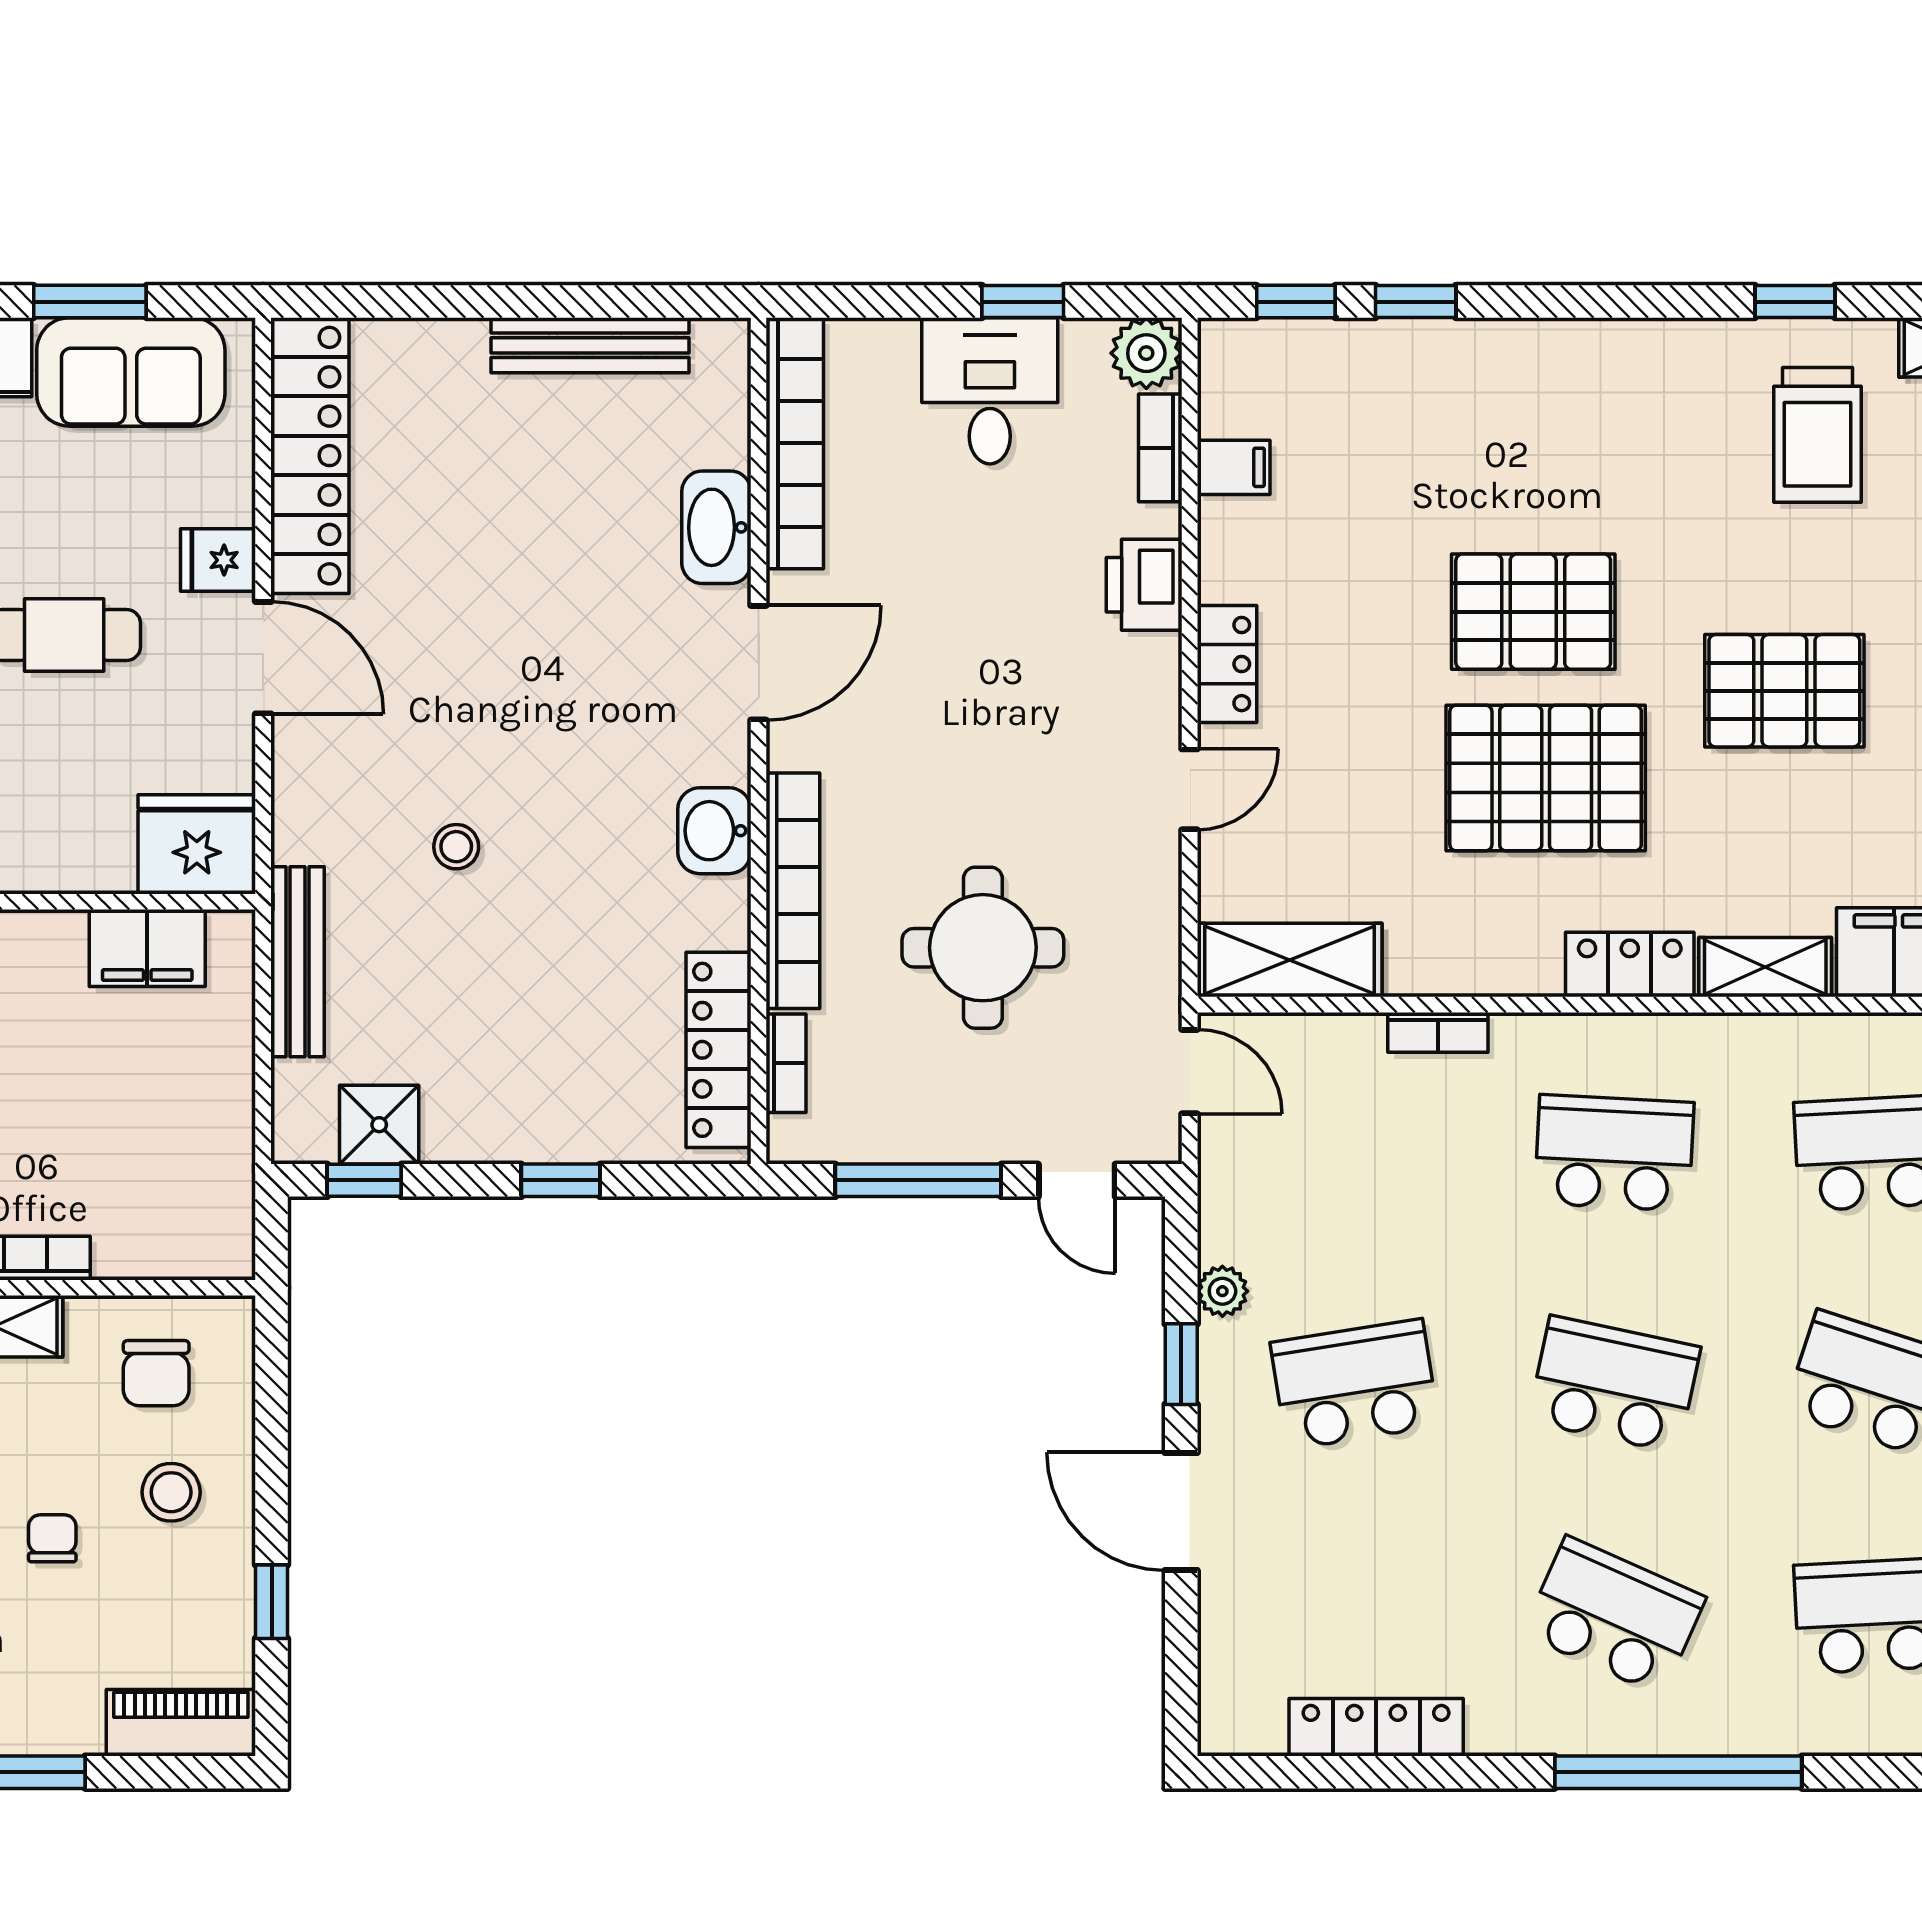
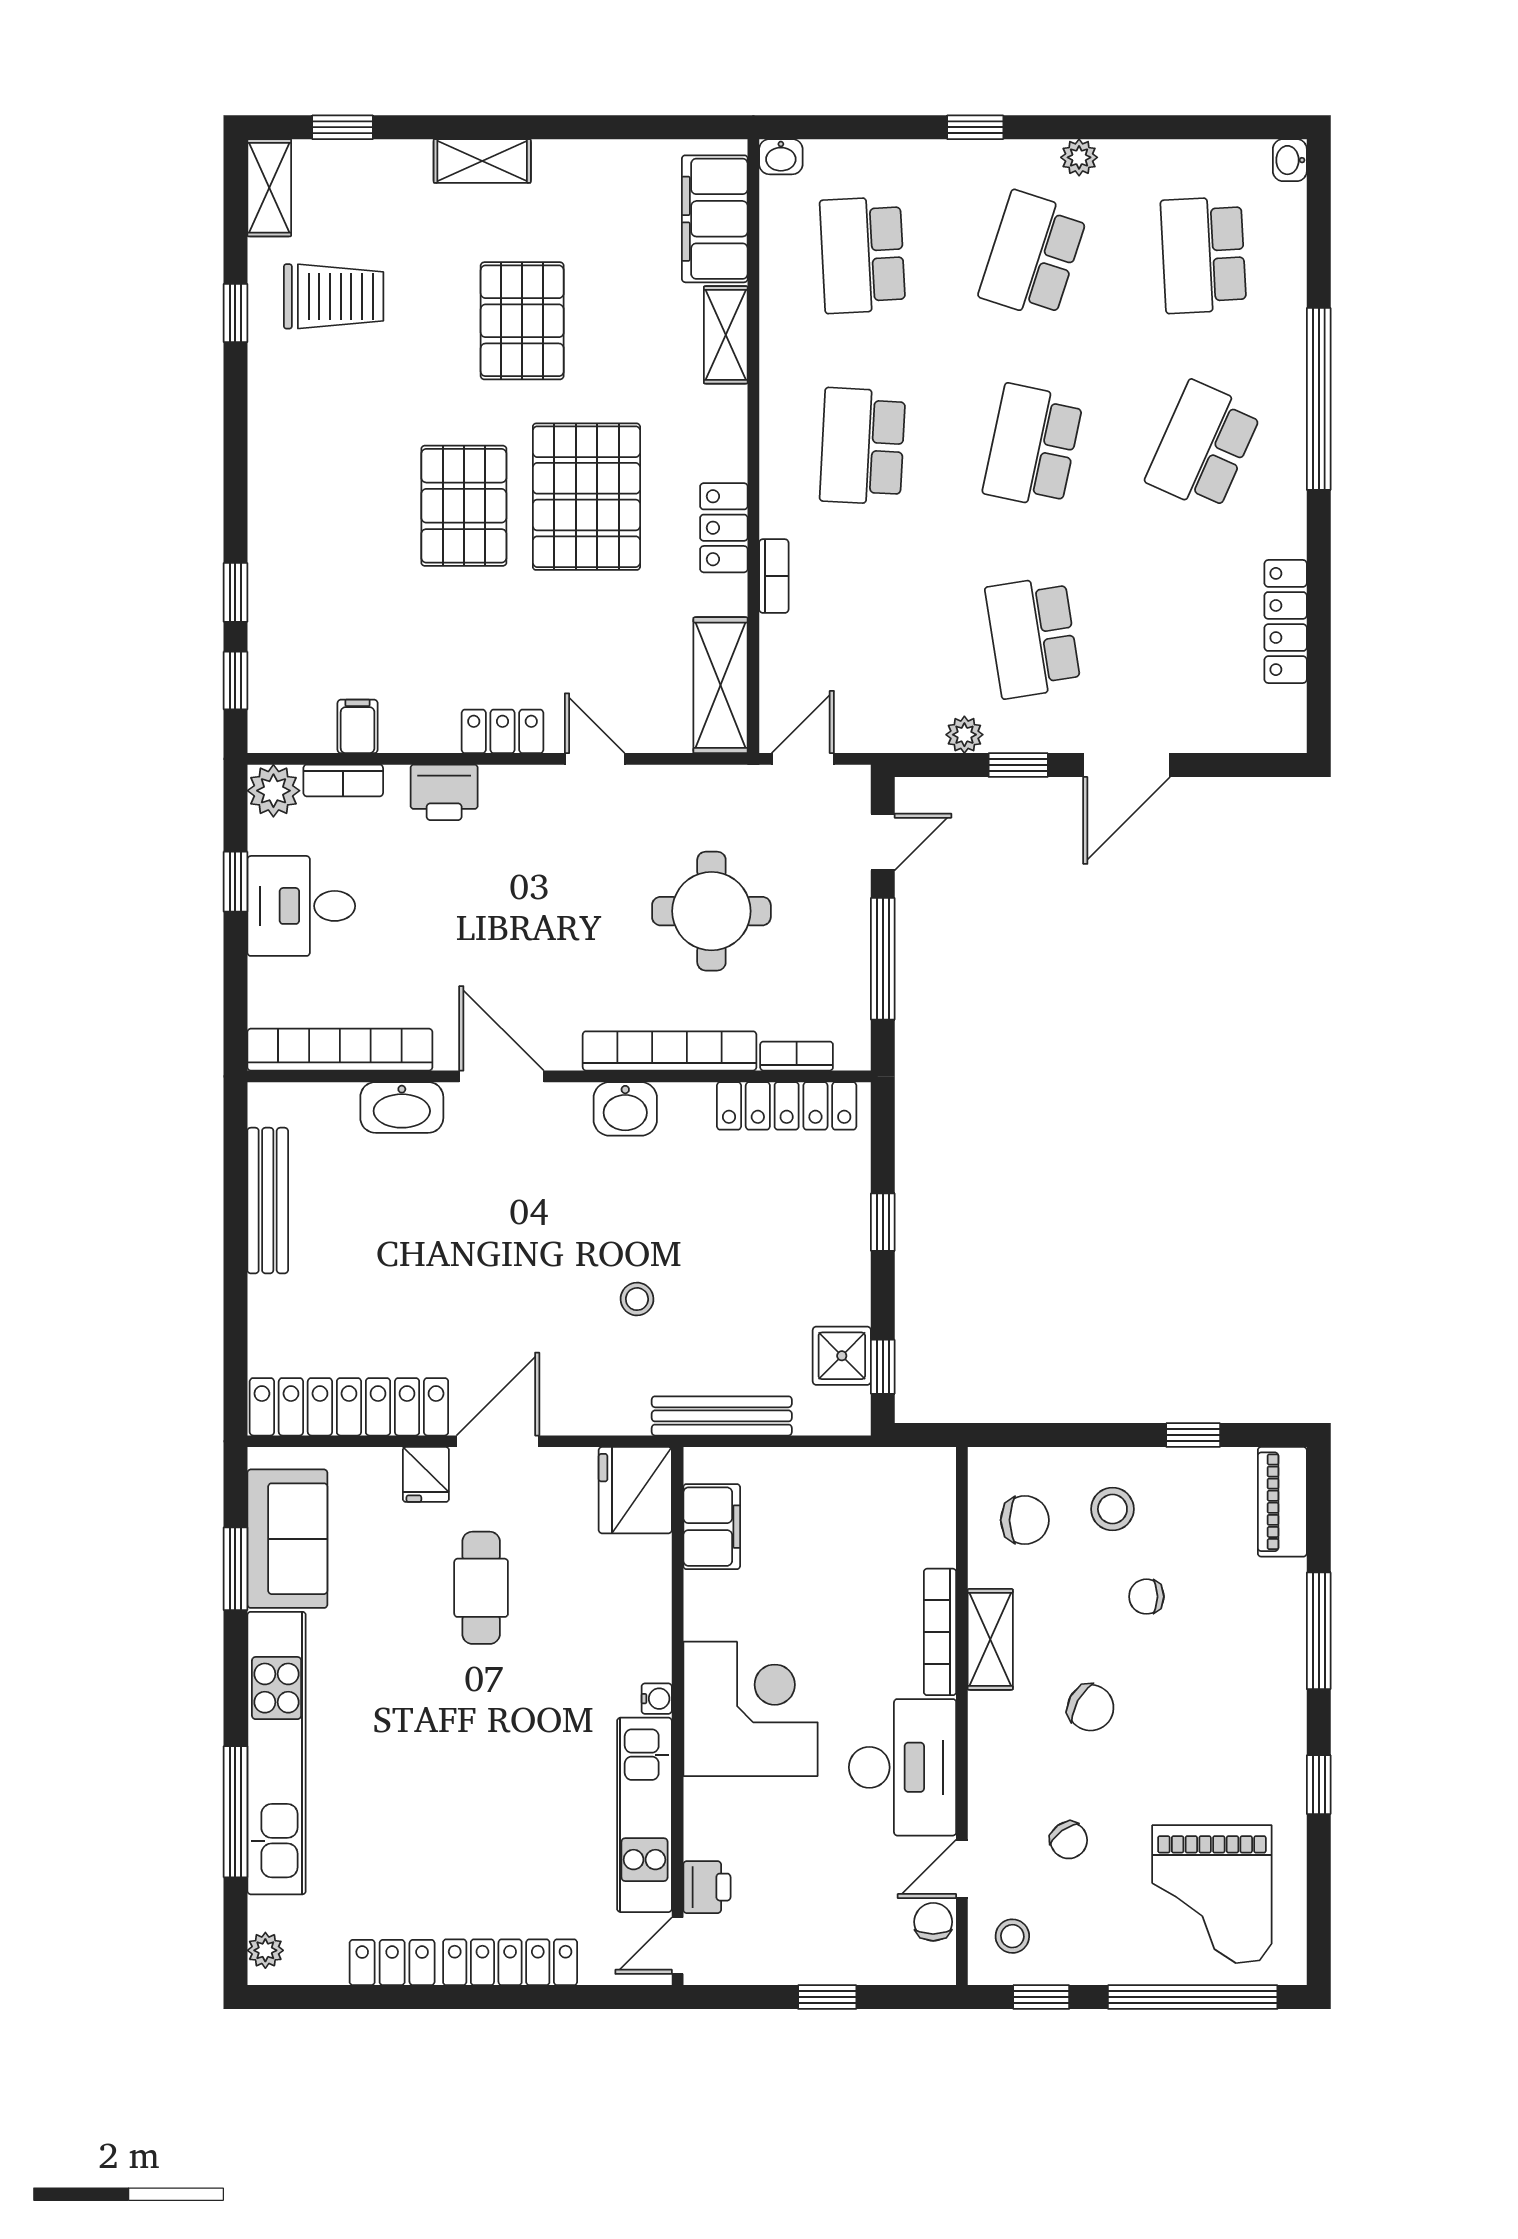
locker: (1630, 965) -> (724, 528), moved

